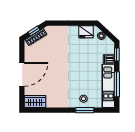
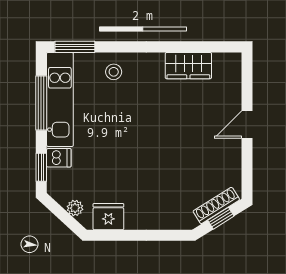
door: (22, 74) -> (247, 125), width x0.53
wardrobe: (35, 102) -> (188, 66), moved
window: (85, 110) -> (75, 47), moved

